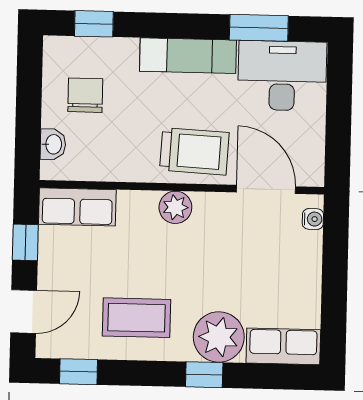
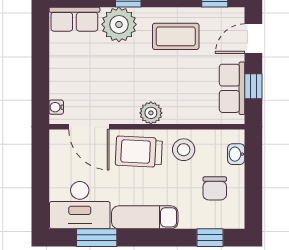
stool: (129, 153) -> (184, 150), added
row of seats: (77, 207) -> (232, 88), moved, turned -90

